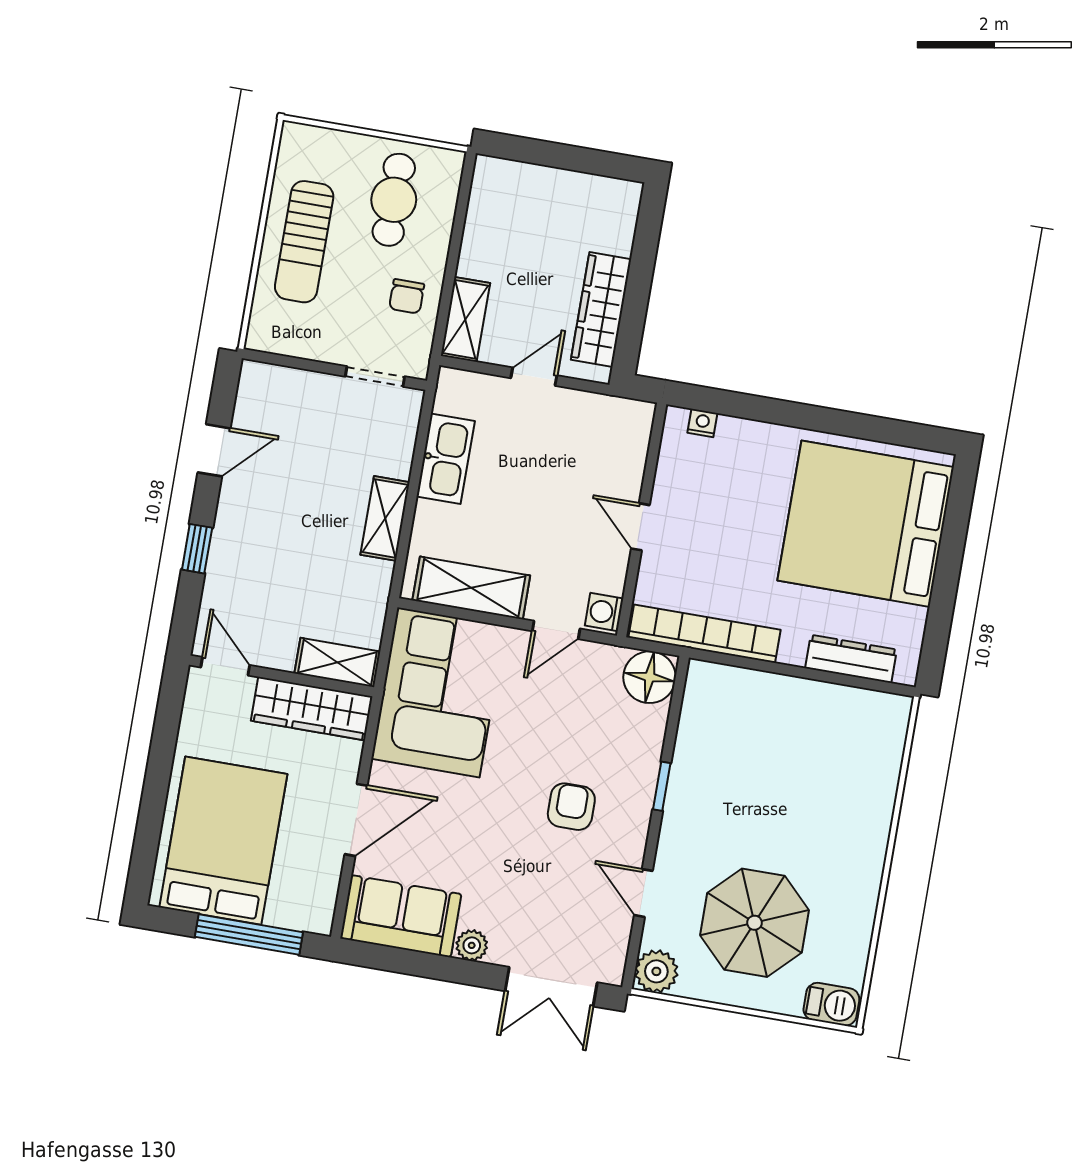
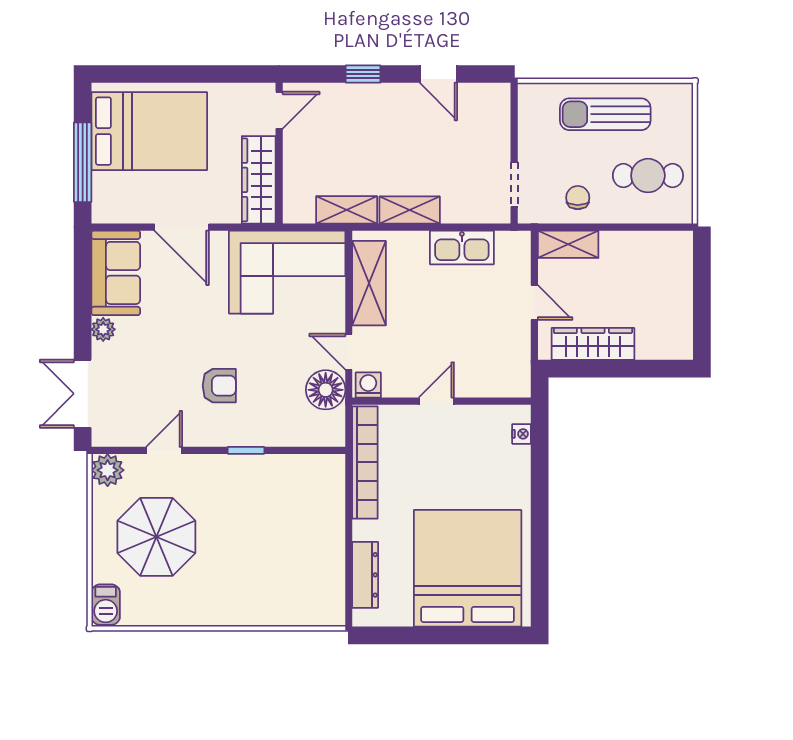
chair: (407, 296) -> (578, 198), turned 90
shelving: (337, 662) -> (347, 210), moved, turned 90
floor lamp: (650, 677) -> (326, 390), moved

